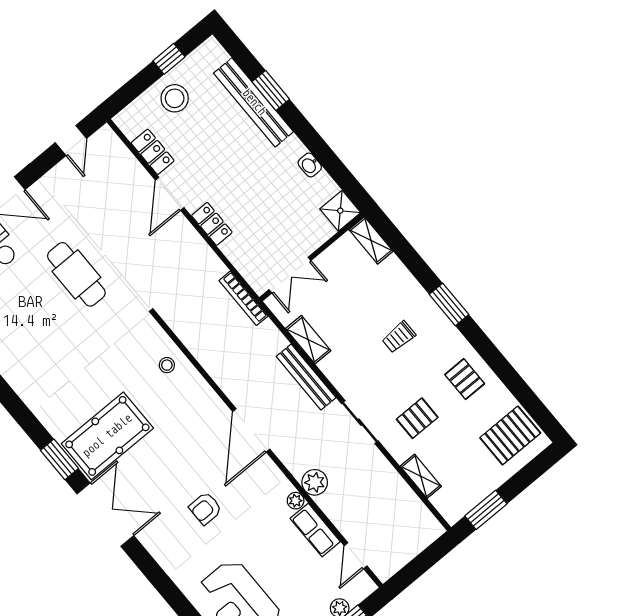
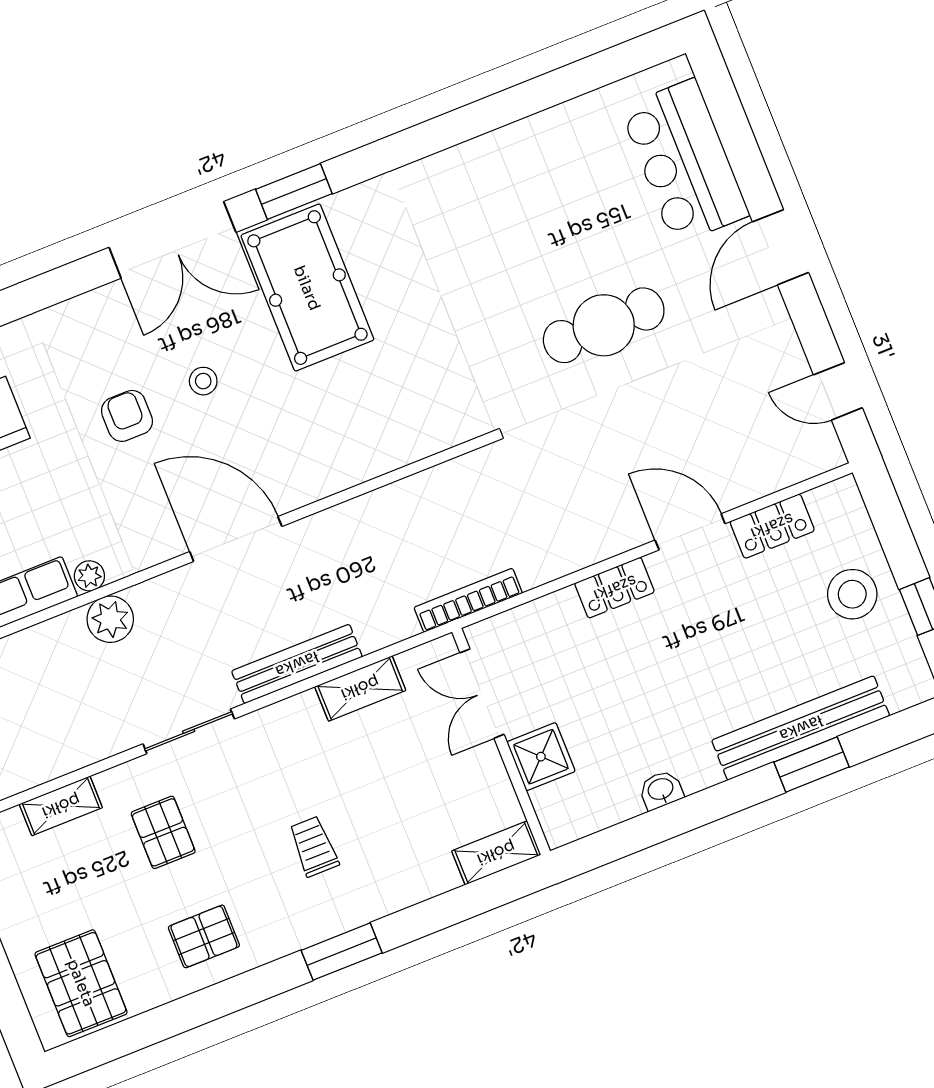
shower: (340, 211) -> (541, 757), moved
stool: (167, 365) -> (203, 381), moved

